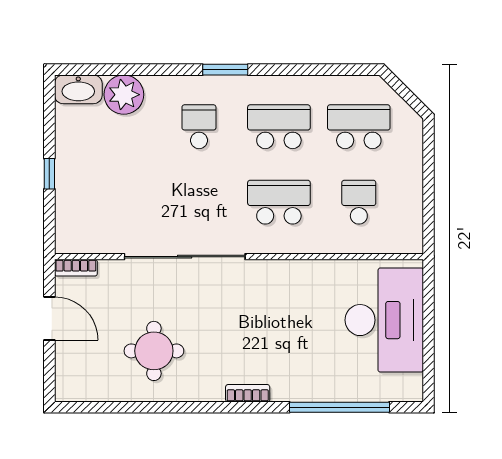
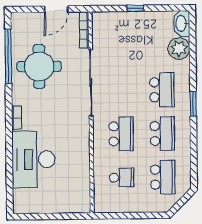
school desk: (199, 127) -> (162, 90), width x1.85
bookcase: (76, 268) -> (84, 30), width x1.56
desk: (384, 320) -> (33, 159), moved, turned 90
round table: (154, 351) -> (39, 66), width x1.36, depth x1.36
window: (339, 407) -> (8, 56), moved

